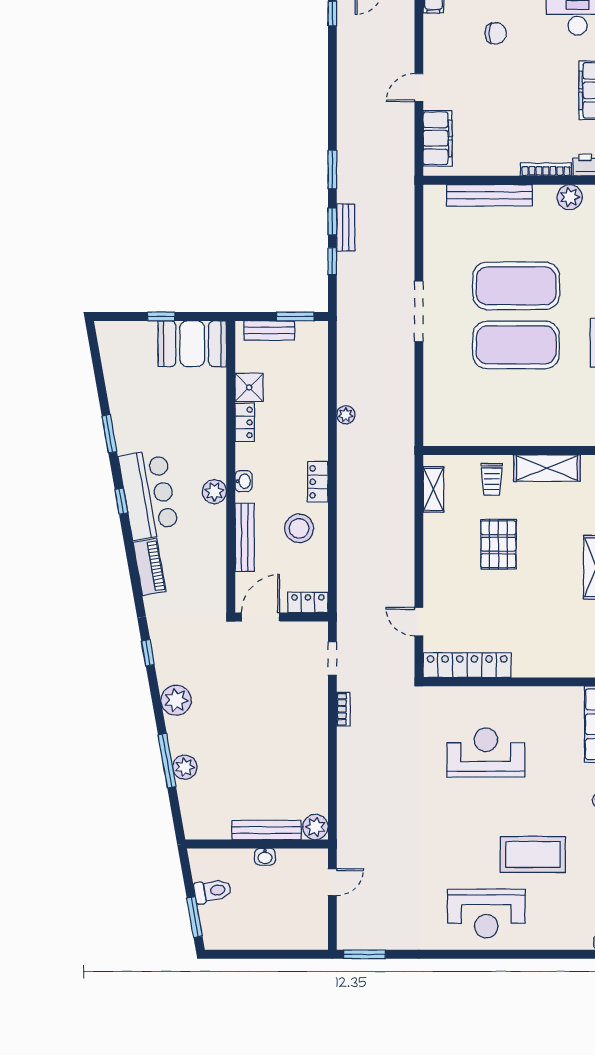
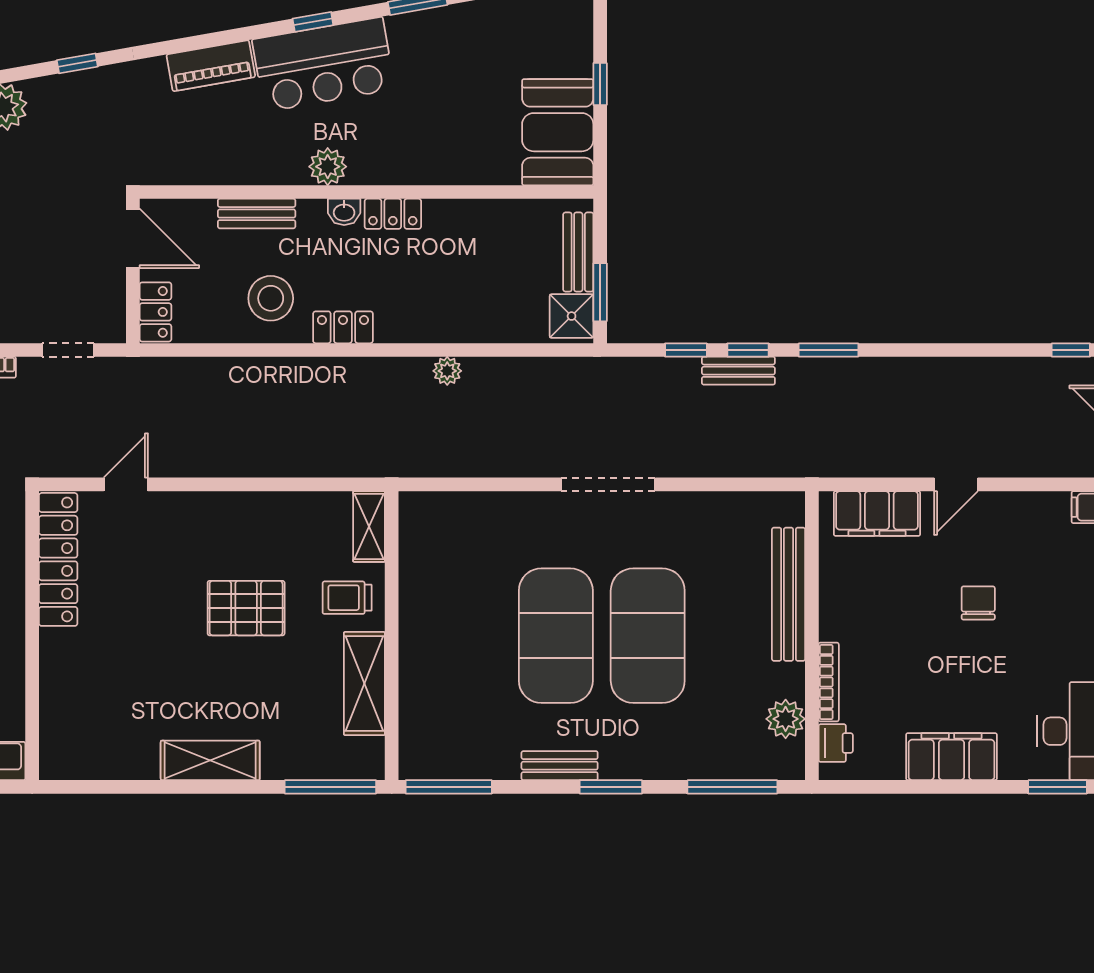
chair: (496, 33) -> (978, 603), moved, turned 180
door: (419, 88) -> (956, 484), swing flipped
shower: (249, 387) -> (572, 316), moved
locker: (245, 422) -> (393, 214), moved
shelving: (433, 489) -> (369, 527), moved, turned 90
bench: (245, 537) -> (257, 214), width x0.73

